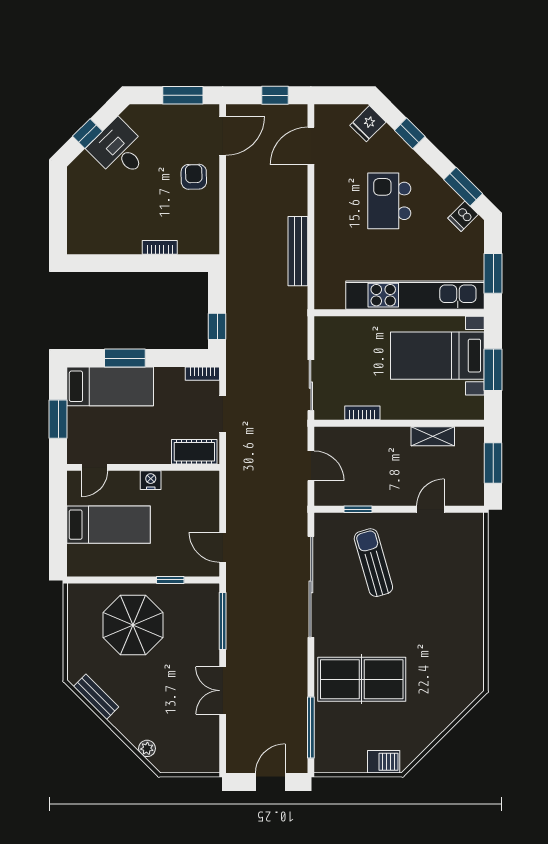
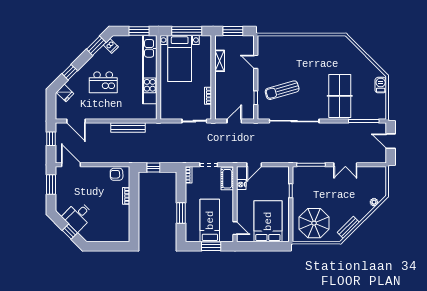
armchair: (194, 177) -> (117, 174), moved
window: (217, 326) -> (153, 168), moved
window: (493, 370) -> (187, 31), width x1.44
bed: (110, 386) -> (210, 220), moved
nightstand: (151, 480) -> (241, 184), moved
bed: (109, 525) -> (268, 221), width x1.50
door: (223, 547) -> (254, 165), moved
parasol: (133, 625) -> (314, 223), moved

